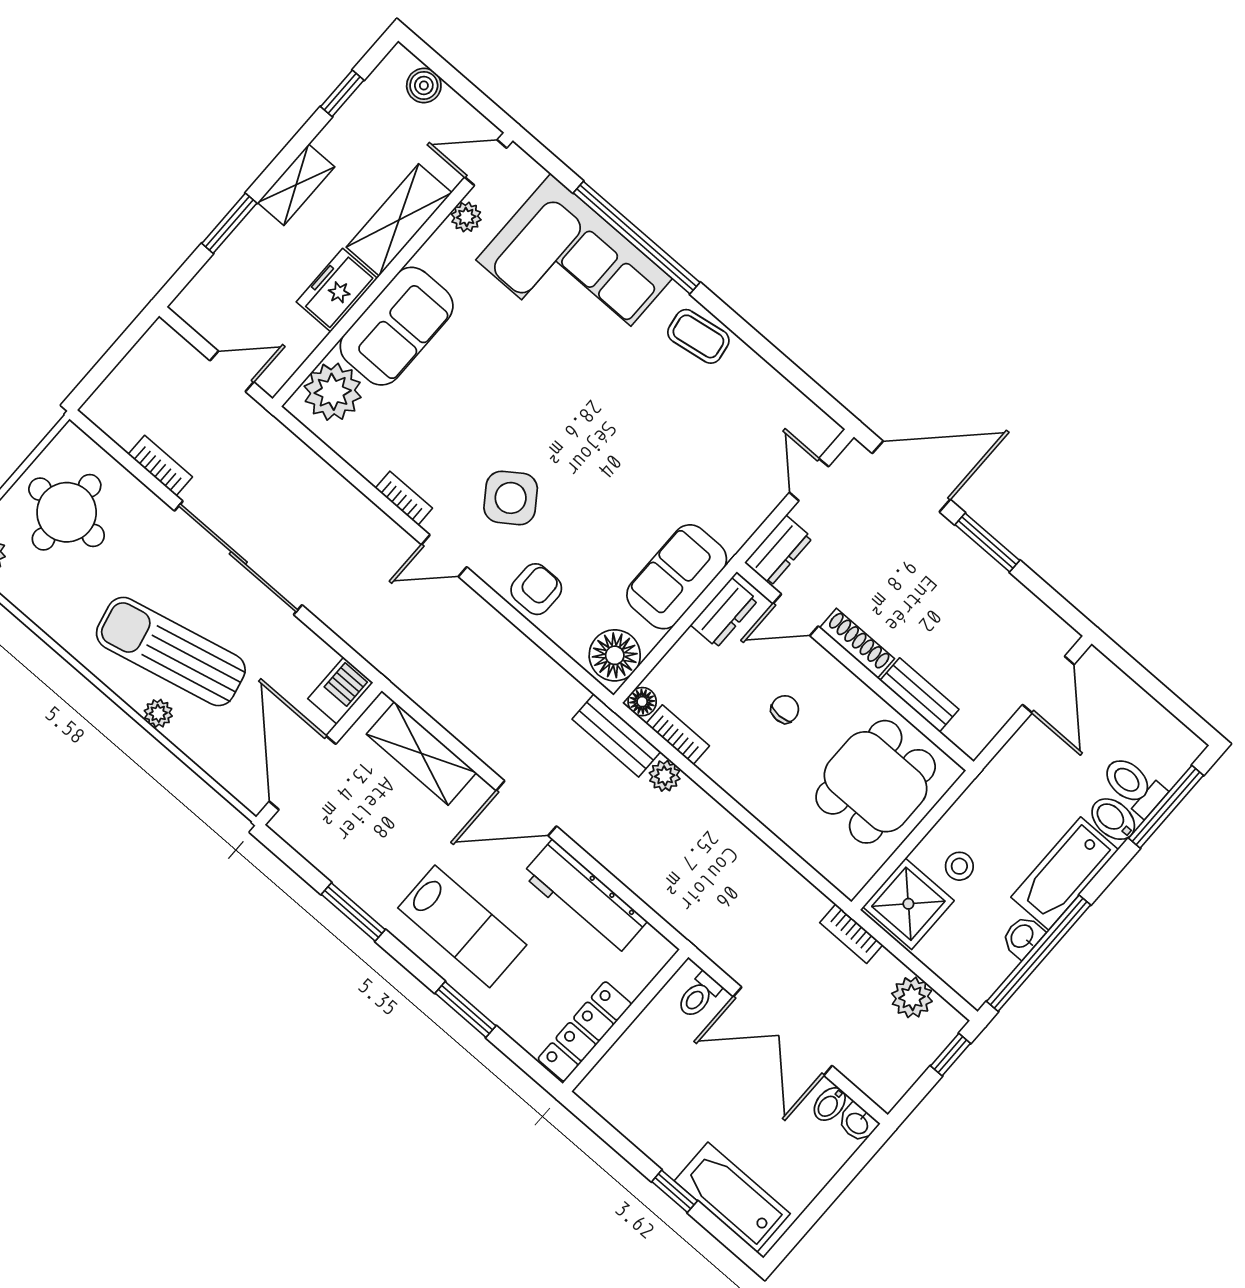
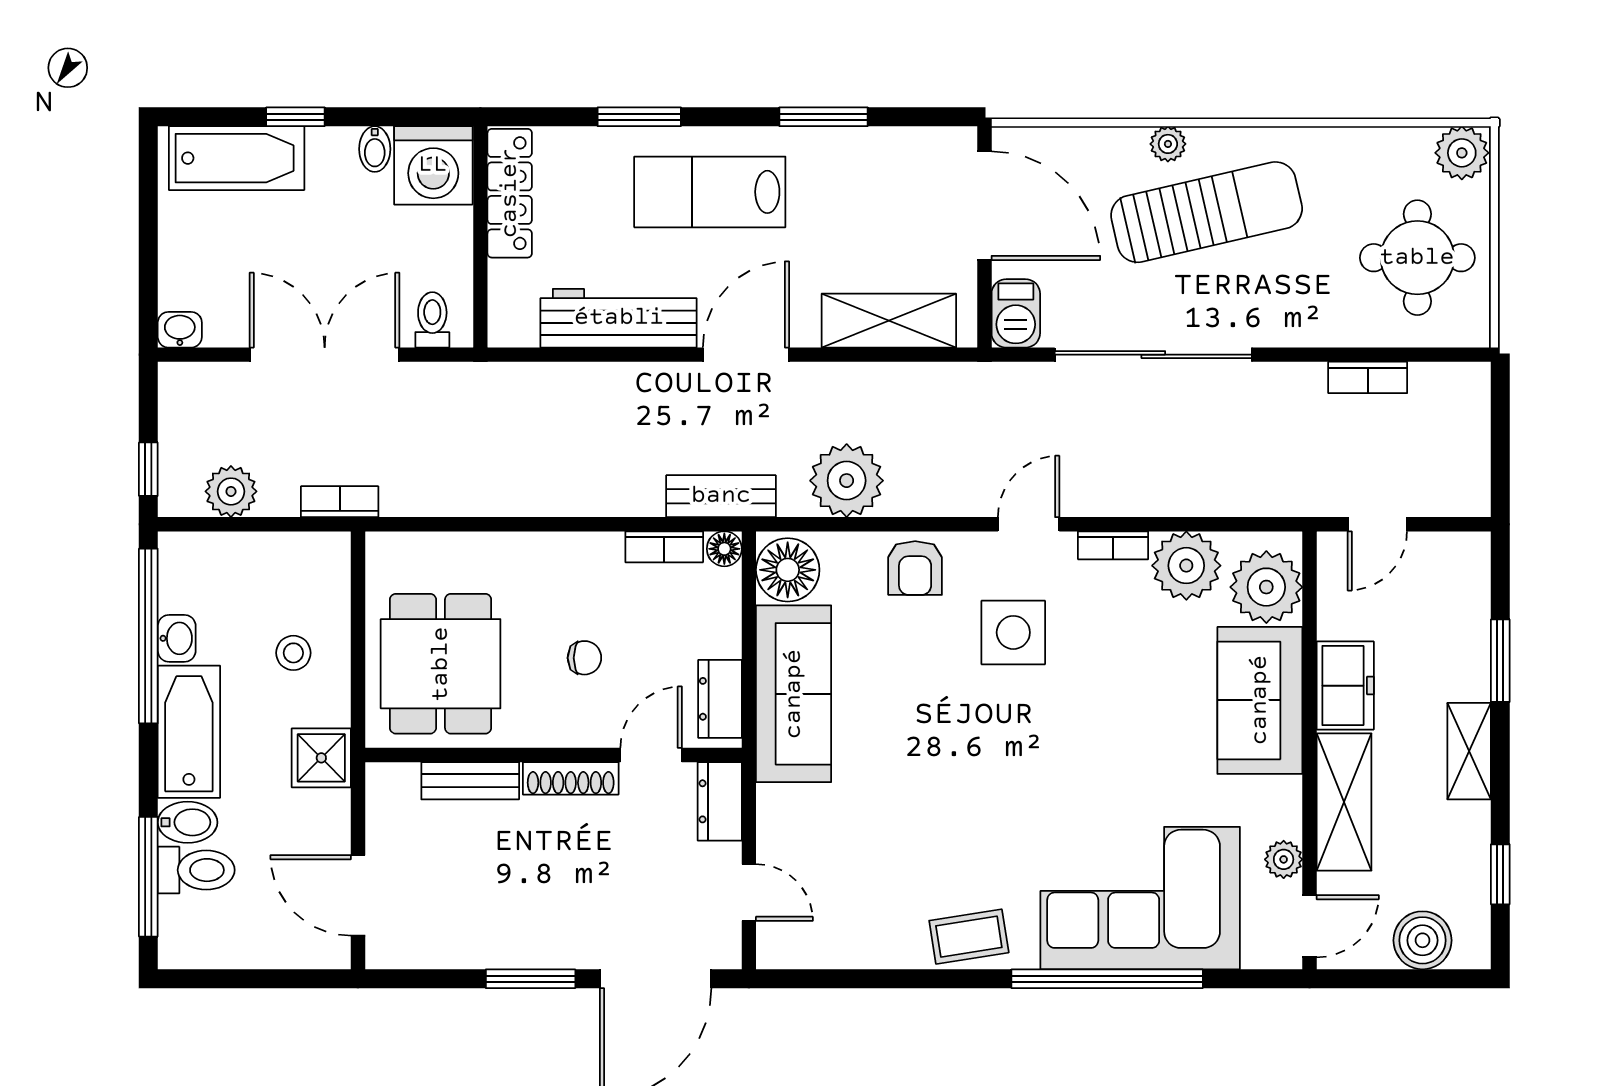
boiler: (424, 85) -> (1422, 940), width x1.36, depth x1.36
plant: (370, 447) -> (1186, 566), added
side table: (511, 498) -> (1013, 632), turned 35
sliding door: (238, 558) -> (1153, 355), moved
sofa: (677, 577) -> (794, 694), width x1.36
chair: (785, 709) -> (584, 658), turned -90
plant: (665, 776) -> (847, 481), moved, width x1.88, depth x1.88
shower: (908, 904) -> (321, 758), moved, width x0.73, depth x0.73
washing machine: (616, 1089) -> (433, 165), added
bidet: (830, 1104) -> (375, 149), moved, turned 180

